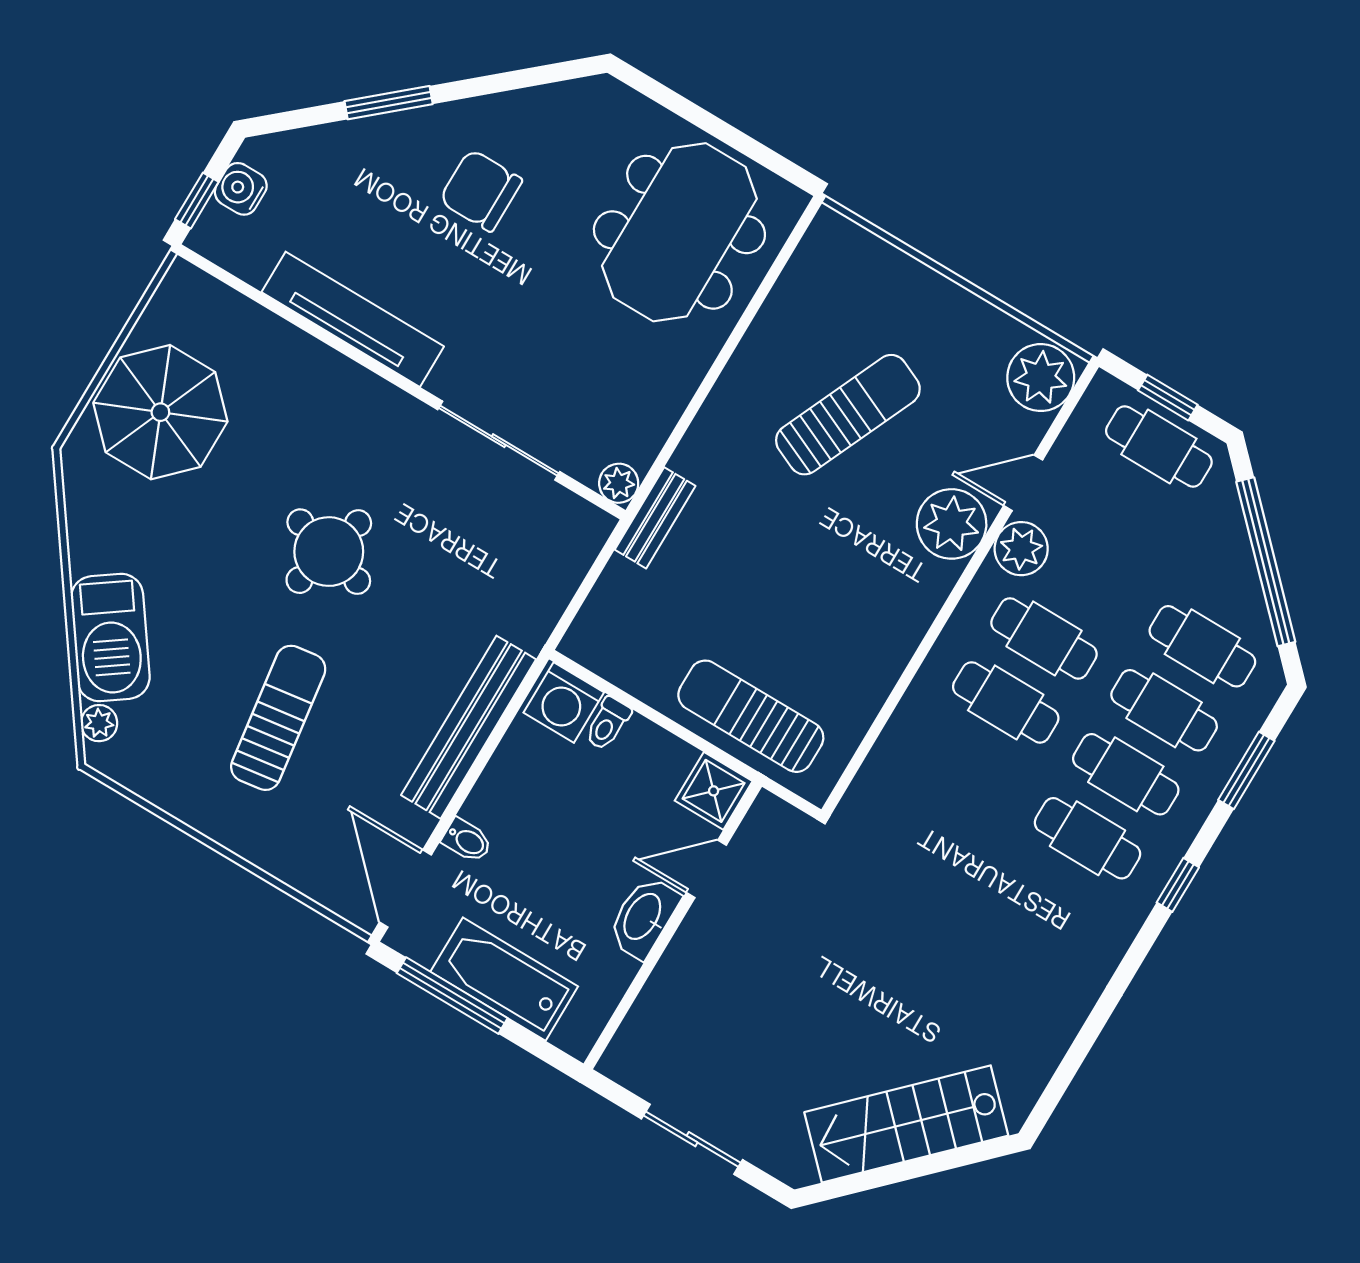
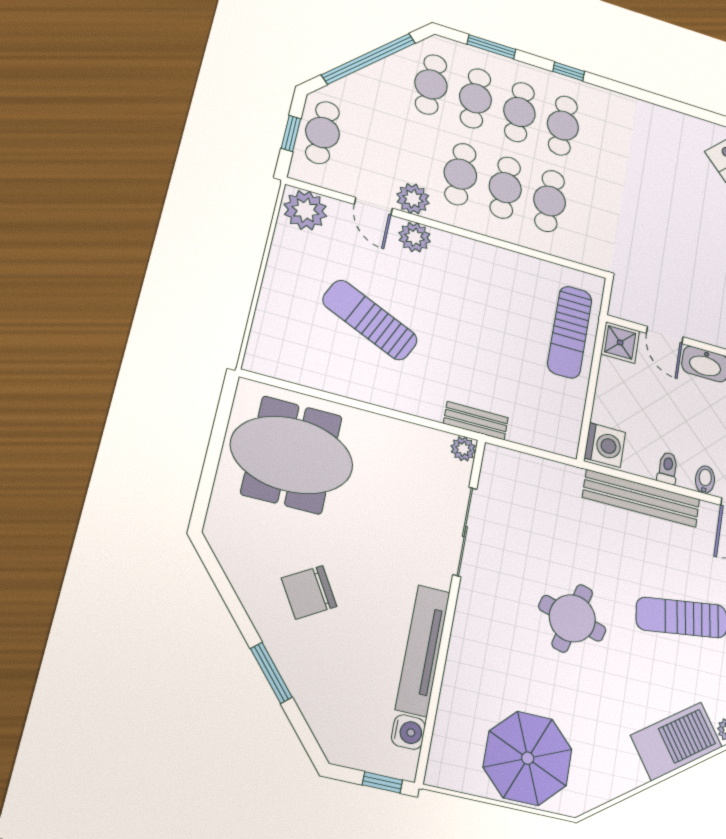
water cooler: (241, 189) -> (408, 732), moved, turned -90
chair: (481, 190) -> (309, 592), turned 59
plant: (952, 524) -> (415, 237), width x0.73, depth x0.73
toilet: (608, 724) -> (668, 468), moved, turned -90
cafe table: (967, 766) -> (550, 201), added

